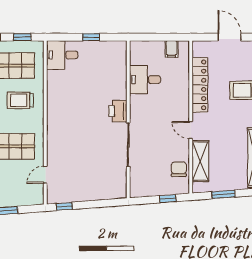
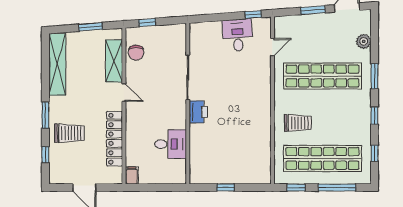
filing cabinet: (171, 49) -> (132, 175), moved
desk: (62, 55) -> (238, 35), moved, turned -94

